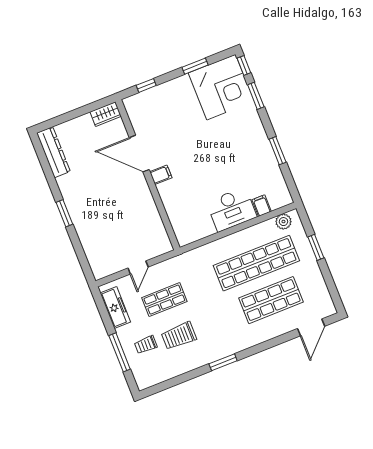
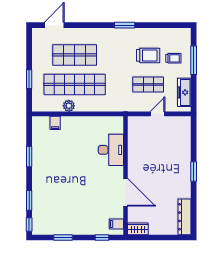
corner desk: (221, 87) -> (51, 216), removed
filing cabinet: (161, 175) -> (116, 224), moved
desk: (232, 209) -> (111, 150), moved, turned 90
plant: (283, 222) -> (69, 106), moved

